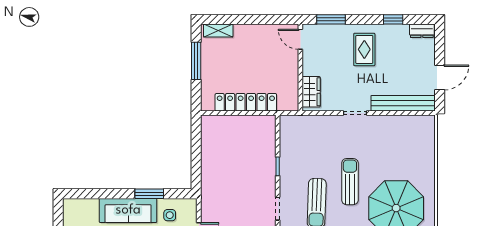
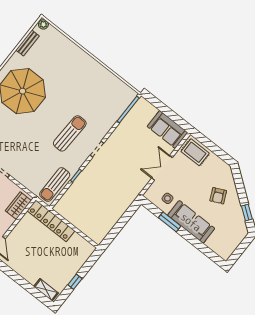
window: (196, 61) -> (75, 282), width x0.46
locker: (246, 102) -> (51, 221), moved
sun lounger: (350, 182) -> (55, 185), moved

